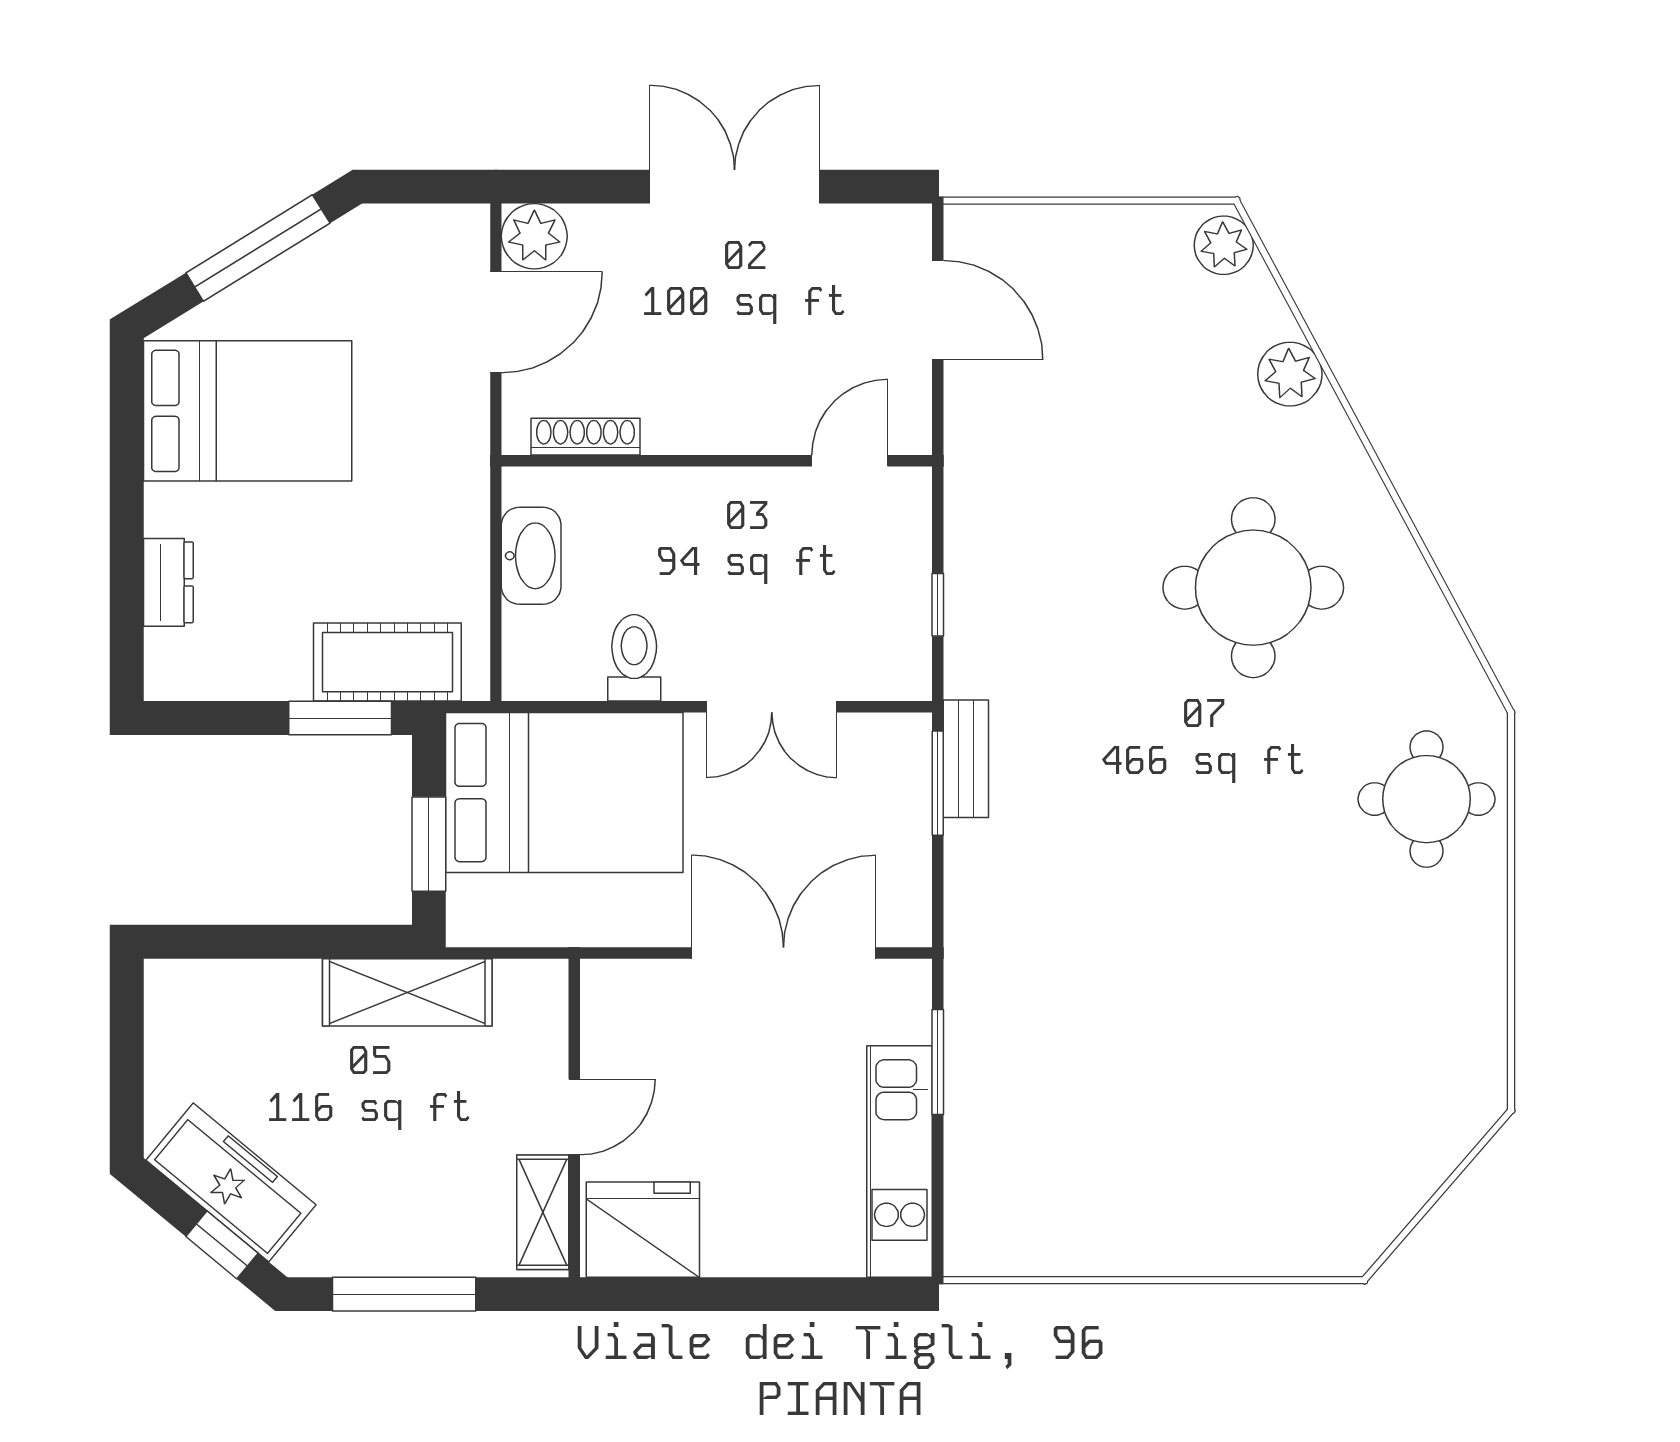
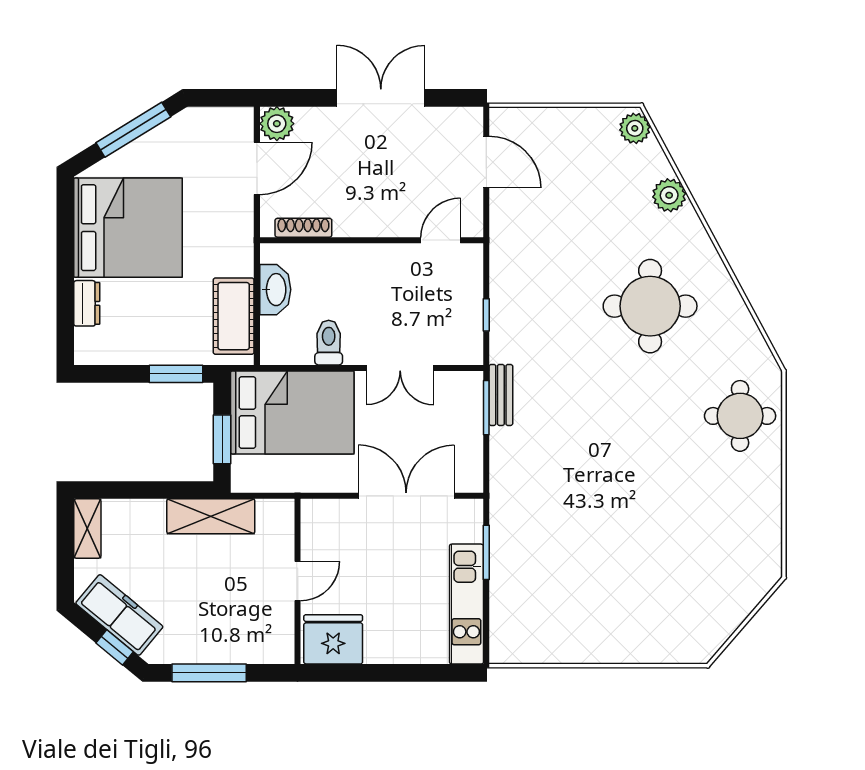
bed: (248, 411) -> (128, 228), width x1.36
cot: (387, 662) -> (234, 316), moved, turned 90
shelving: (543, 1212) -> (87, 529), moved

